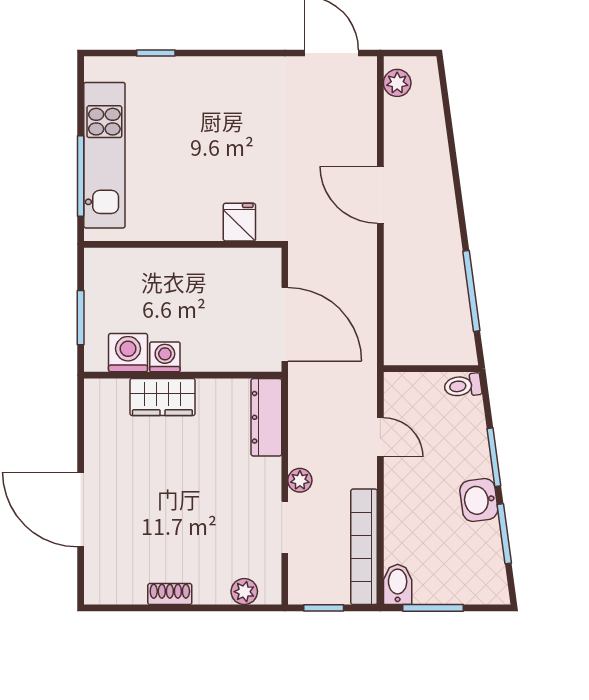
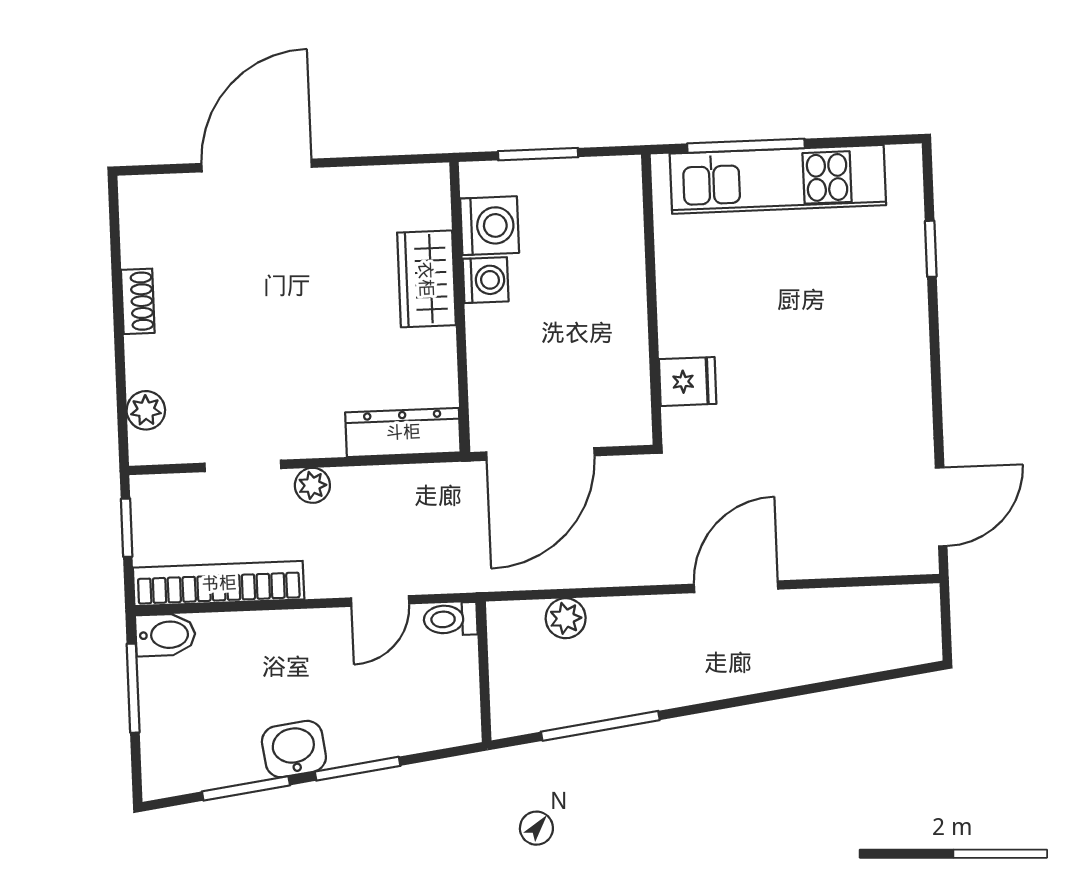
plant: (397, 83) -> (566, 618), moved
toilet: (463, 386) -> (450, 619), moved, turned -82

